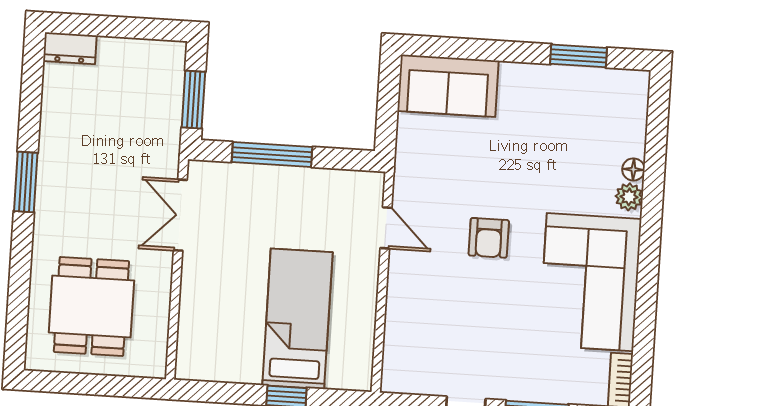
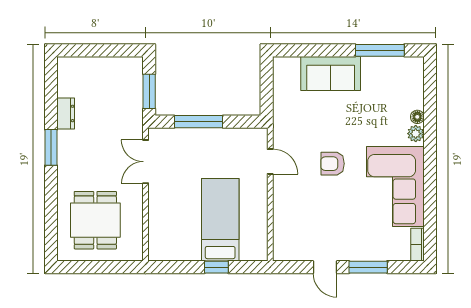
dresser: (70, 48) -> (66, 113), moved, turned -90
window: (579, 56) -> (380, 50), width x1.44
sofa: (448, 86) -> (331, 73), moved
armchair: (489, 238) -> (333, 164), turned 90

